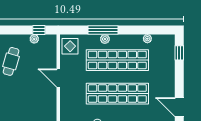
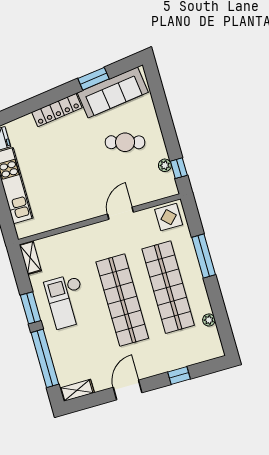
plant: (105, 39) -> (192, 262), removed
window: (179, 53) -> (179, 375), moved

